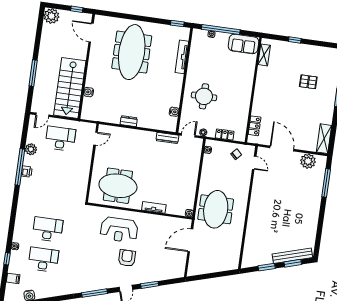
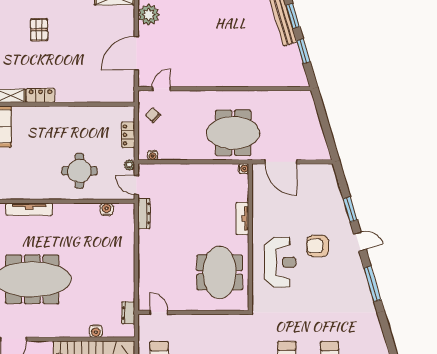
dresser: (129, 121) -> (128, 313), moved
locker: (255, 126) -> (40, 95), moved

